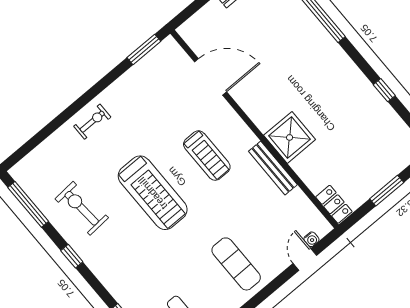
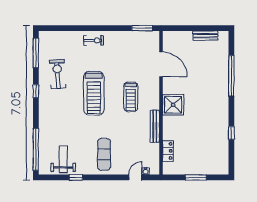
shower: (290, 137) -> (173, 105), moved
locker: (334, 204) -> (168, 151), moved

